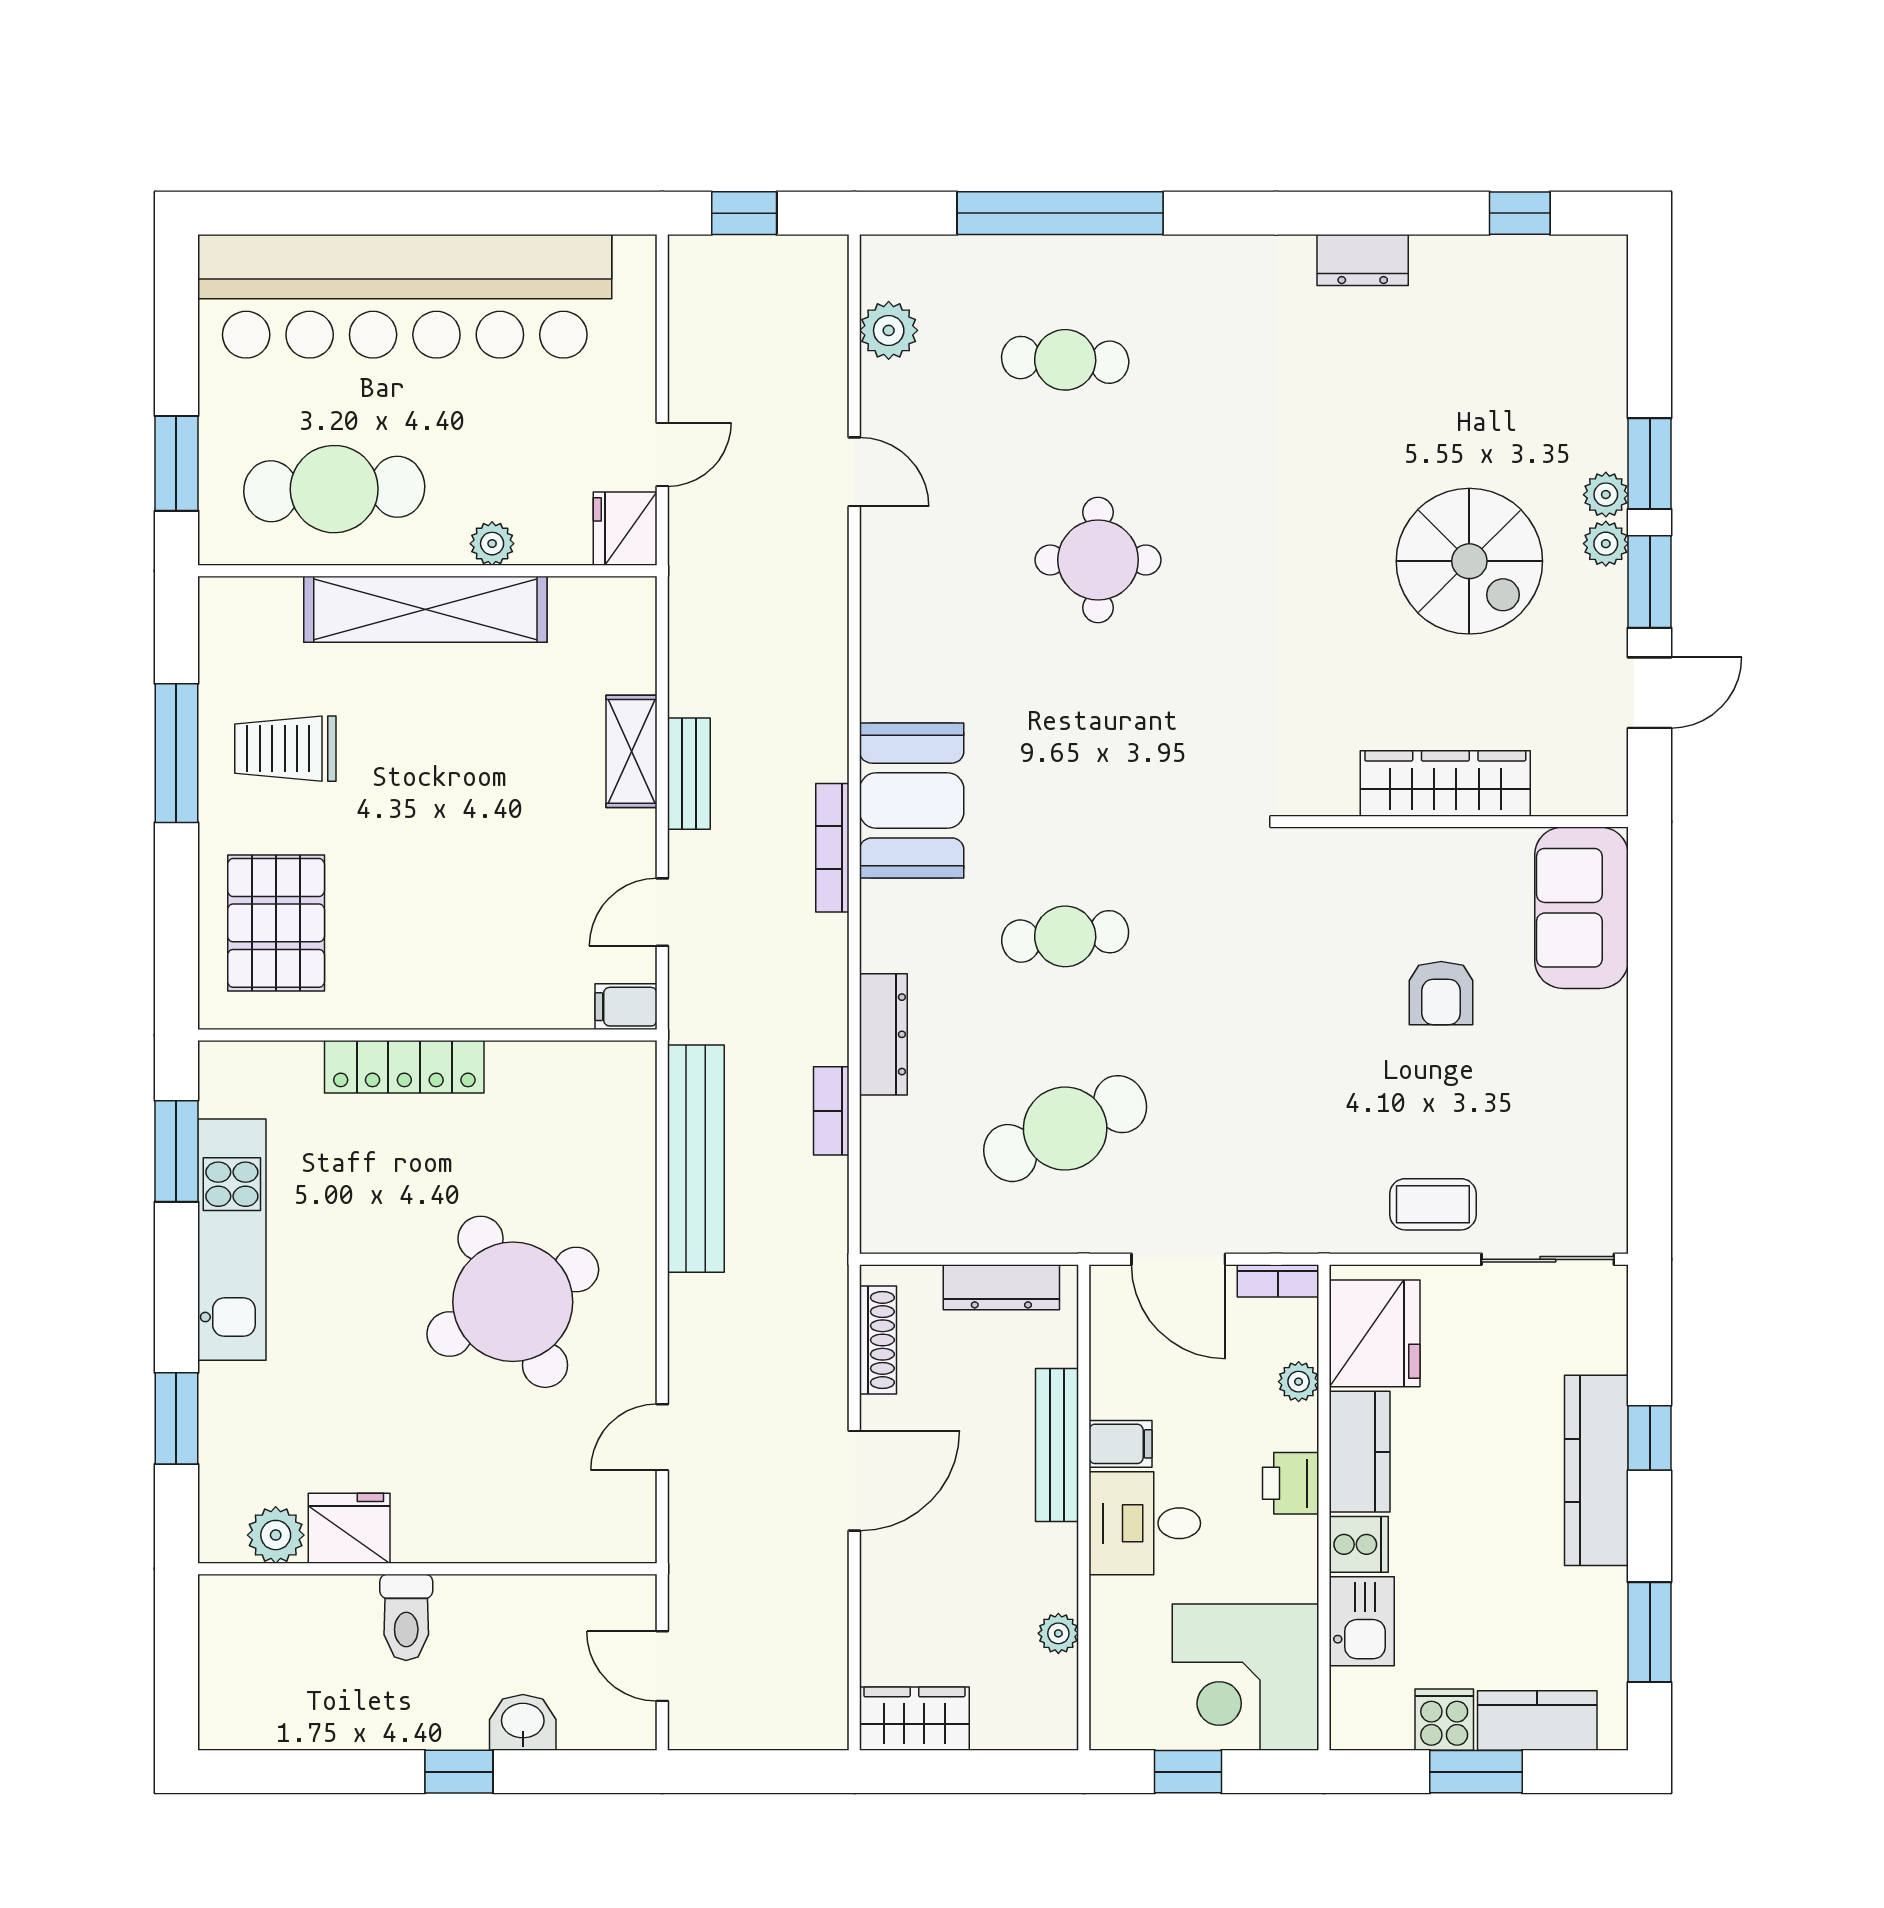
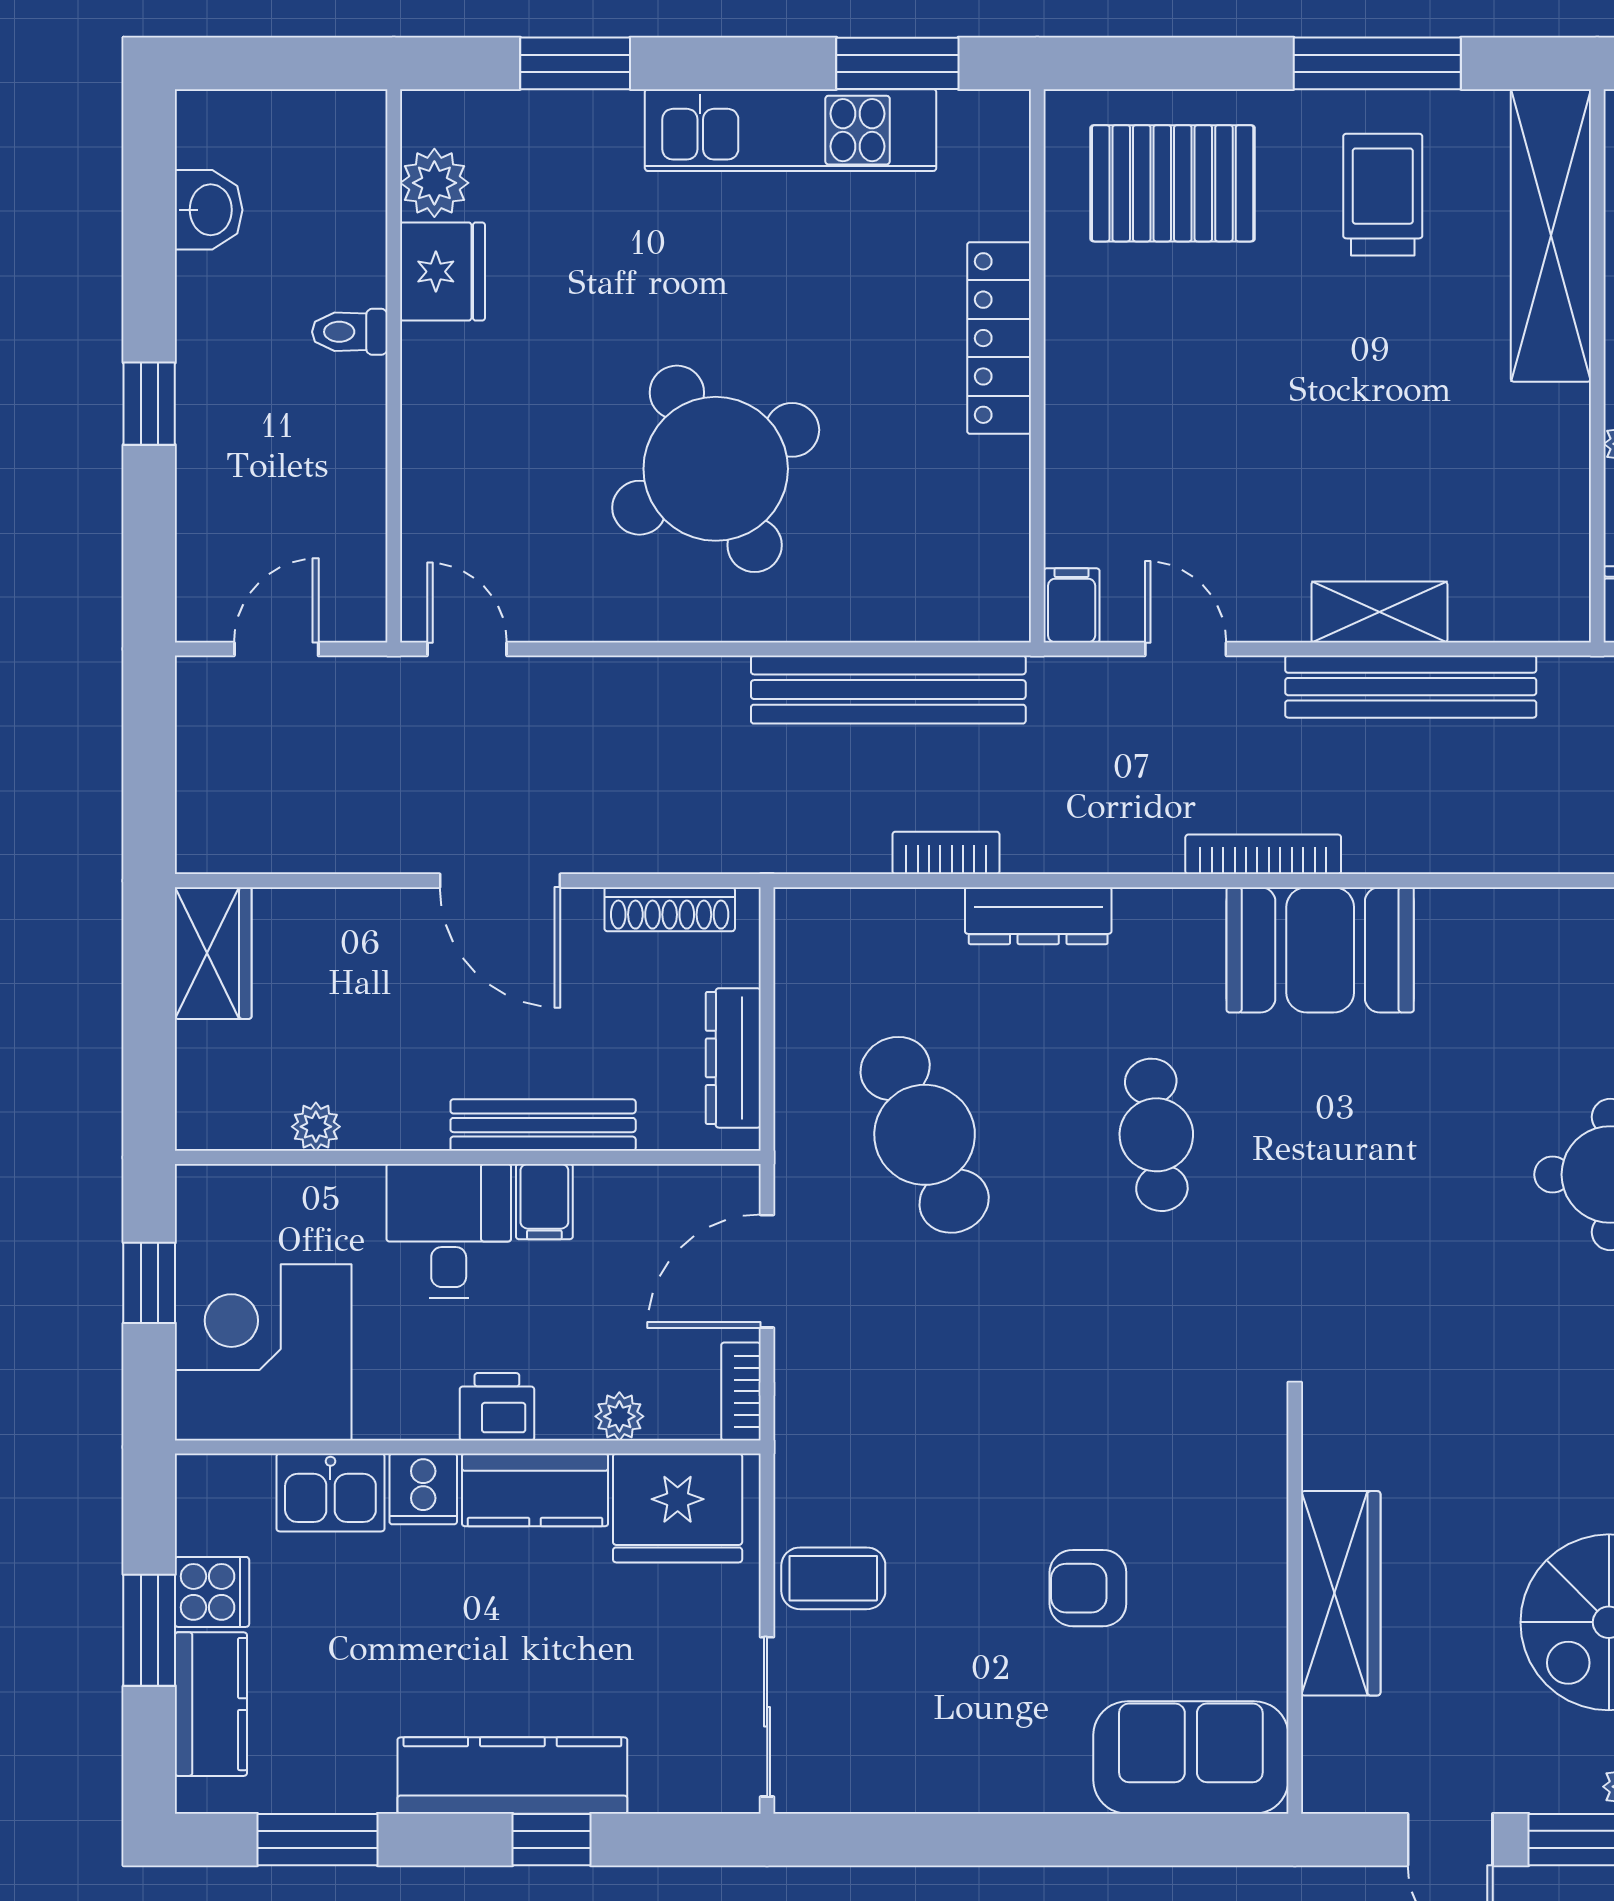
shelving: (425, 609) -> (1551, 235), moved
bench: (689, 774) -> (1411, 687), width x1.86, depth x1.21
coffee table: (1433, 1204) -> (833, 1578), turned 90
door: (662, 1437) -> (467, 649), moved
toilet: (406, 1617) -> (350, 332), width x0.73, depth x0.72
washbasin: (523, 1722) -> (209, 210), moved

